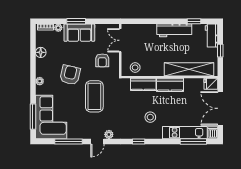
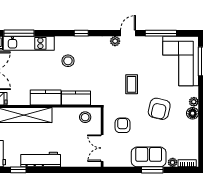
double door: (120, 40) -> (102, 148), swing flipped
floor lamp: (41, 52) -> (193, 113), moved
coffee table: (94, 96) -> (132, 84), width x0.54, depth x0.58

